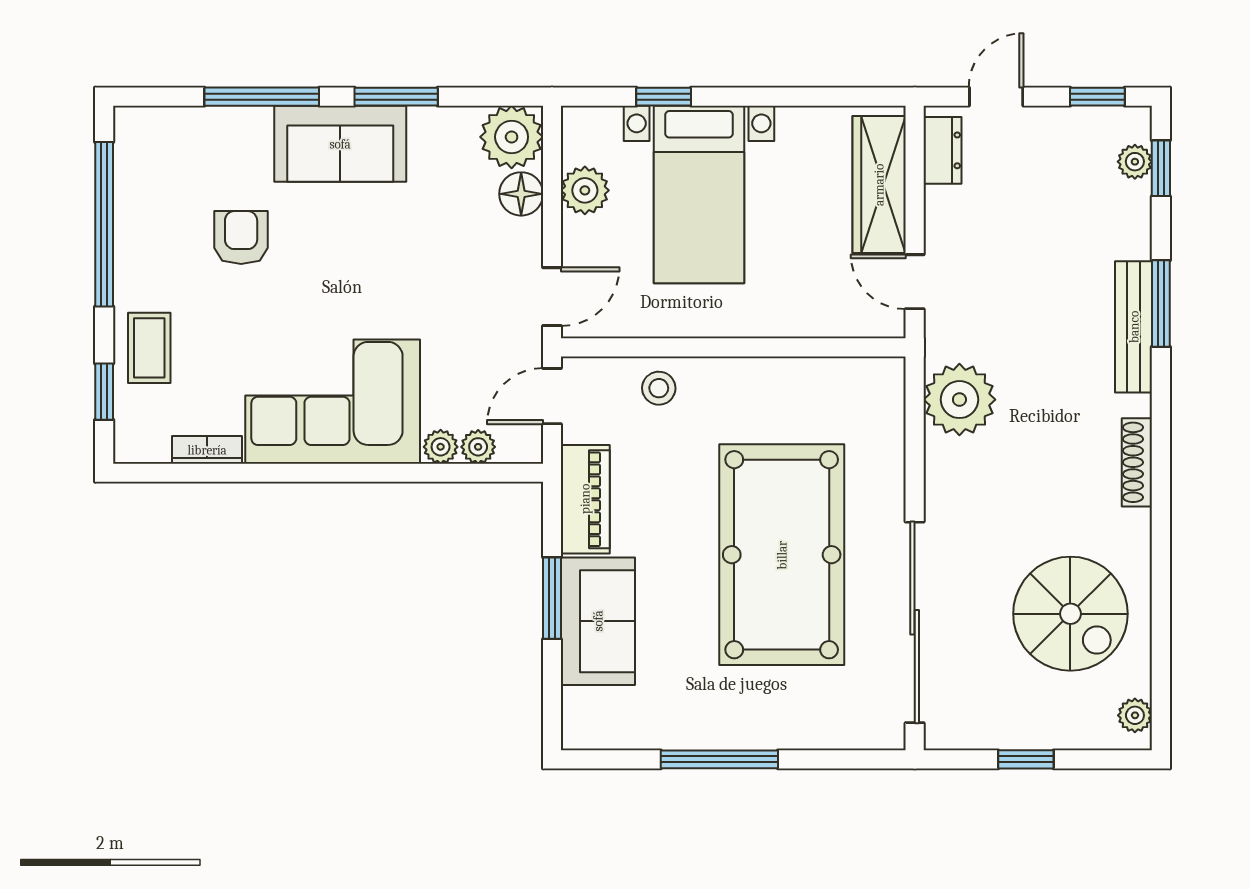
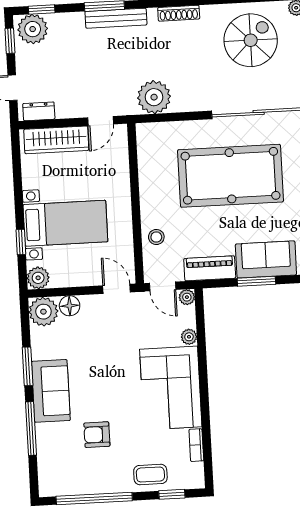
plant: (1135, 162) -> (33, 29), width x1.88, depth x1.88
plant: (585, 190) -> (38, 278), moved
plant: (478, 447) -> (187, 297), moved

